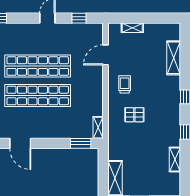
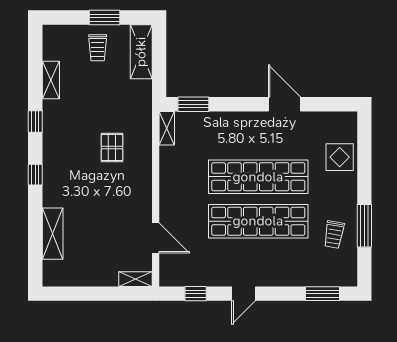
shelving: (132, 28) -> (135, 279), moved
door: (106, 55) -> (156, 238), hinge flipped
trolley: (125, 84) -> (98, 48), moved
pallet: (134, 115) -> (112, 148), turned 90

